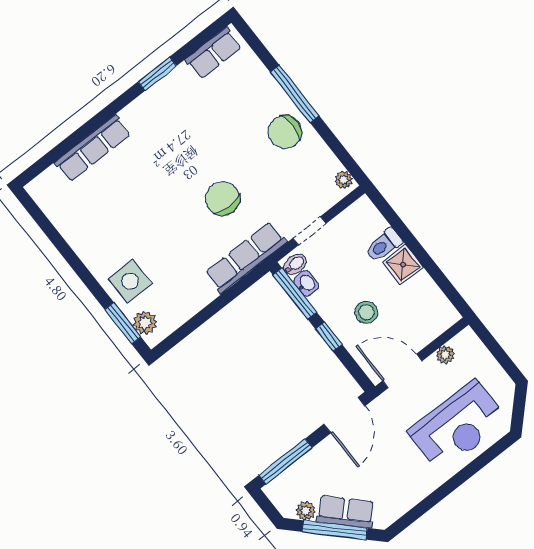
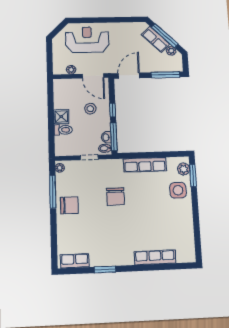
window: (295, 94) -> (53, 192), moved
row of seats: (246, 258) -> (145, 165), moved

